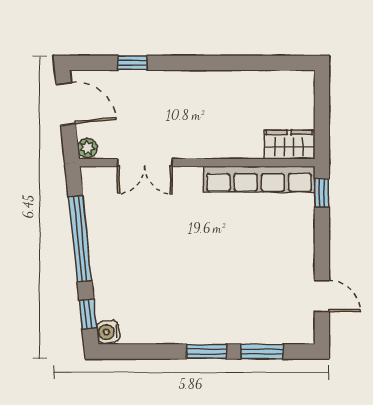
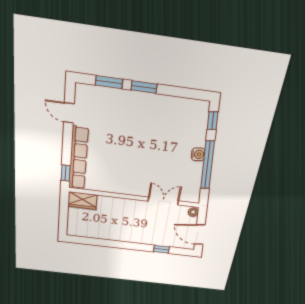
row of seats: (259, 179) -> (78, 159), moved, turned 90
water cooler: (108, 332) -> (198, 154), moved

